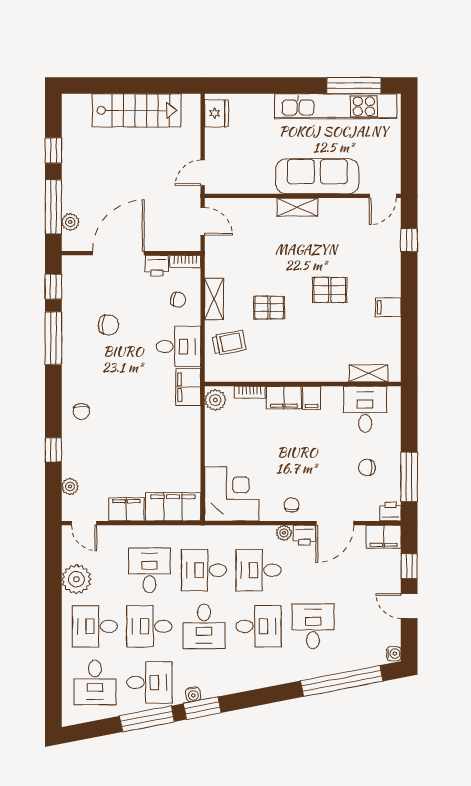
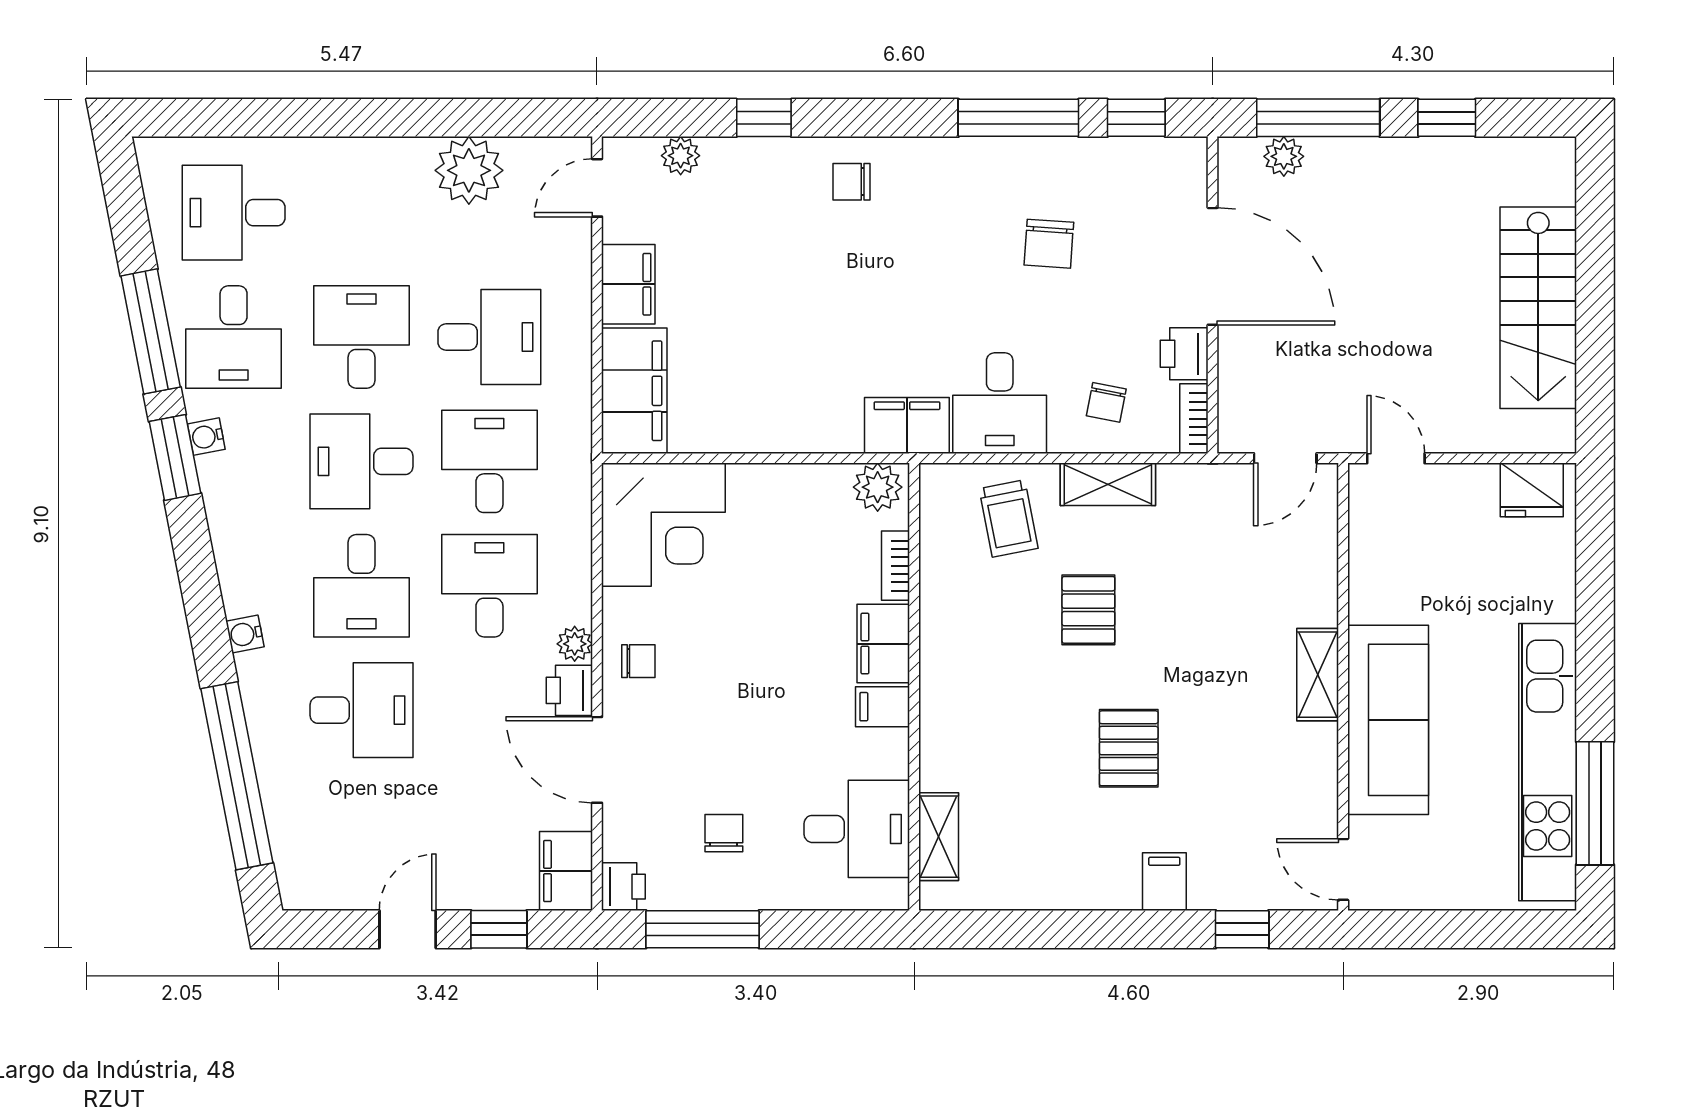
filing cabinet: (388, 307) -> (1164, 882), moved
desk: (95, 626) -> (361, 213), removed
water cooler: (394, 654) -> (245, 634), moved, turned 79

